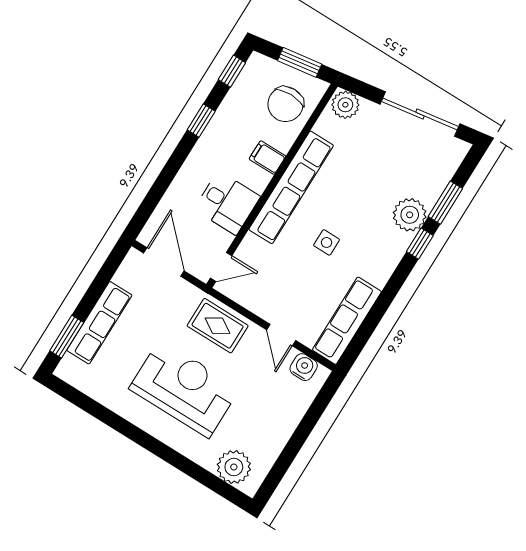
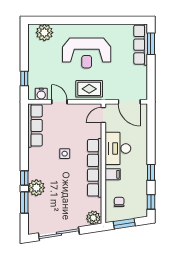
chair: (285, 104) -> (119, 202), width x0.54, depth x0.54
desk: (227, 203) -> (118, 148), width x1.37
row of seats: (99, 323) -> (141, 45), moved
window: (316, 411) -> (24, 78), added

